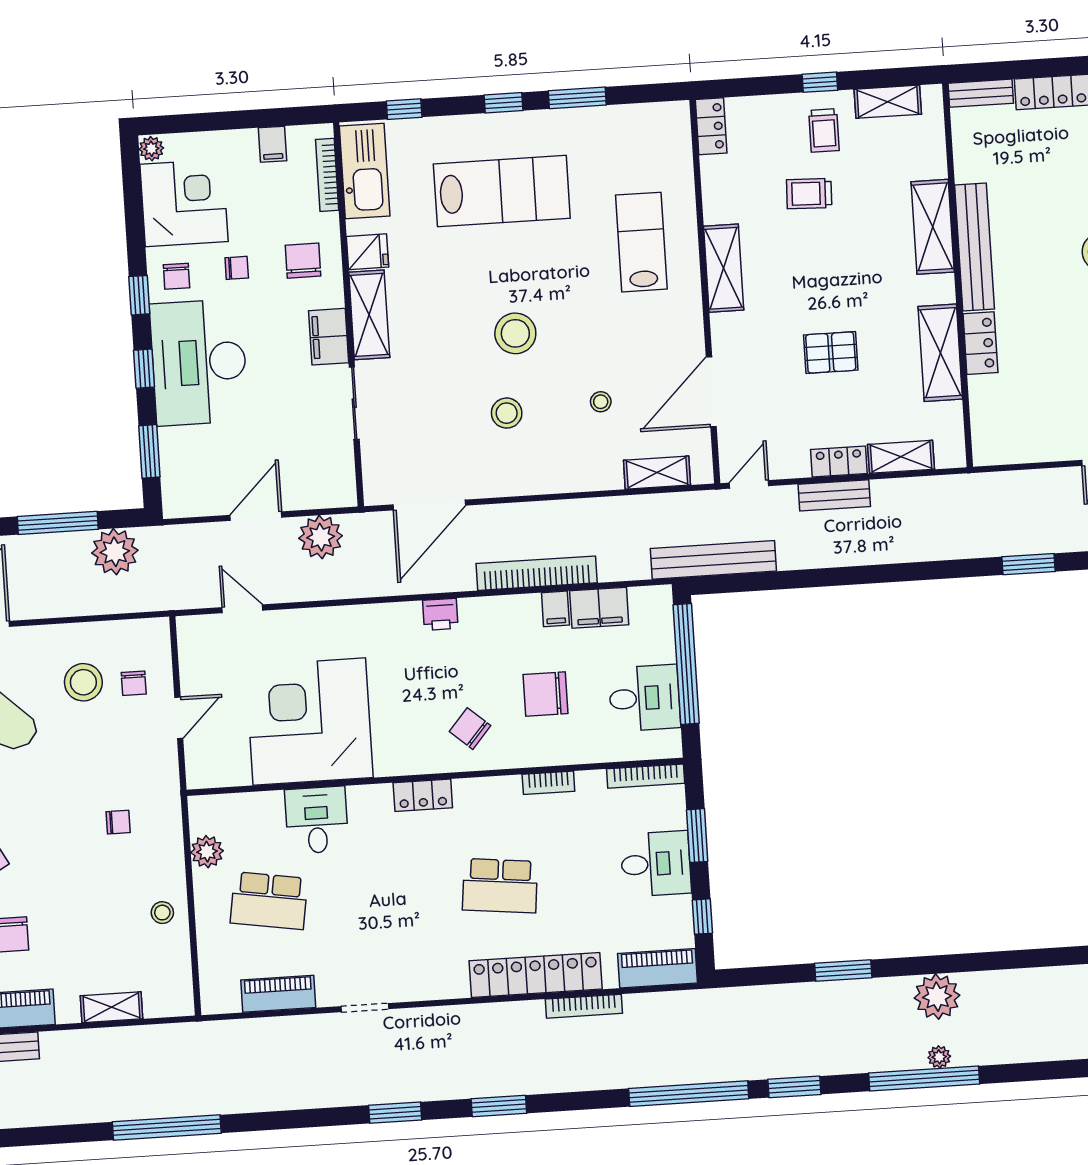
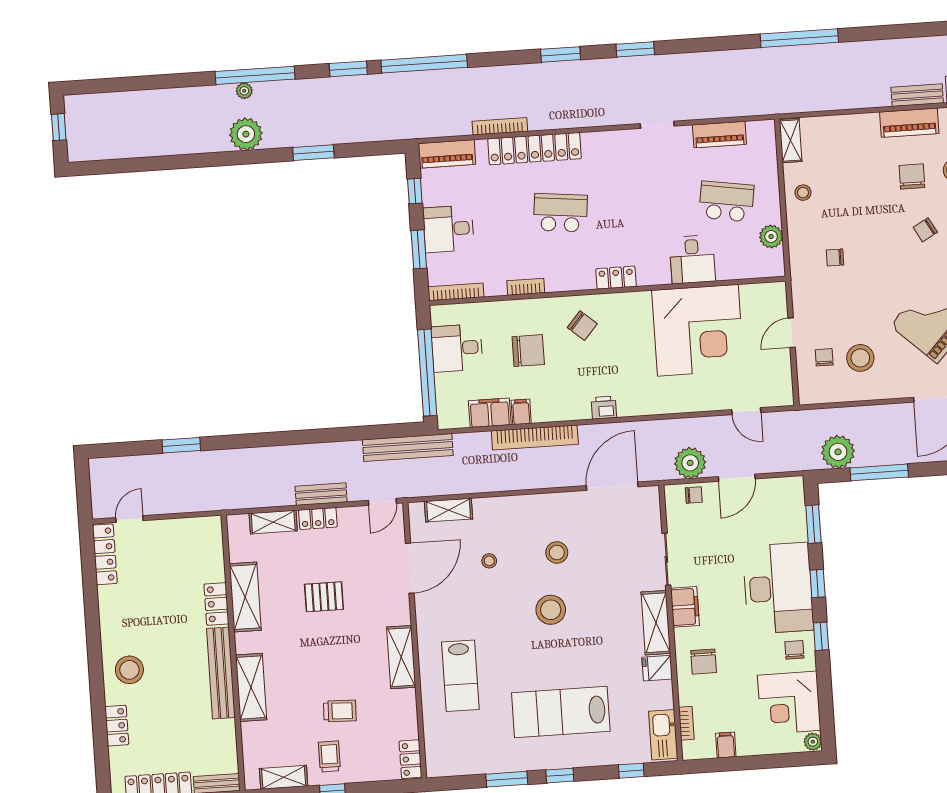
kitchen sink: (365, 171) -> (663, 735), width x0.73, depth x0.81
bookcase: (327, 175) -> (686, 723), width x0.64
chair: (237, 268) -> (694, 495), moved, turned 180
shelving: (111, 1007) -> (791, 140), moved, turned 90

